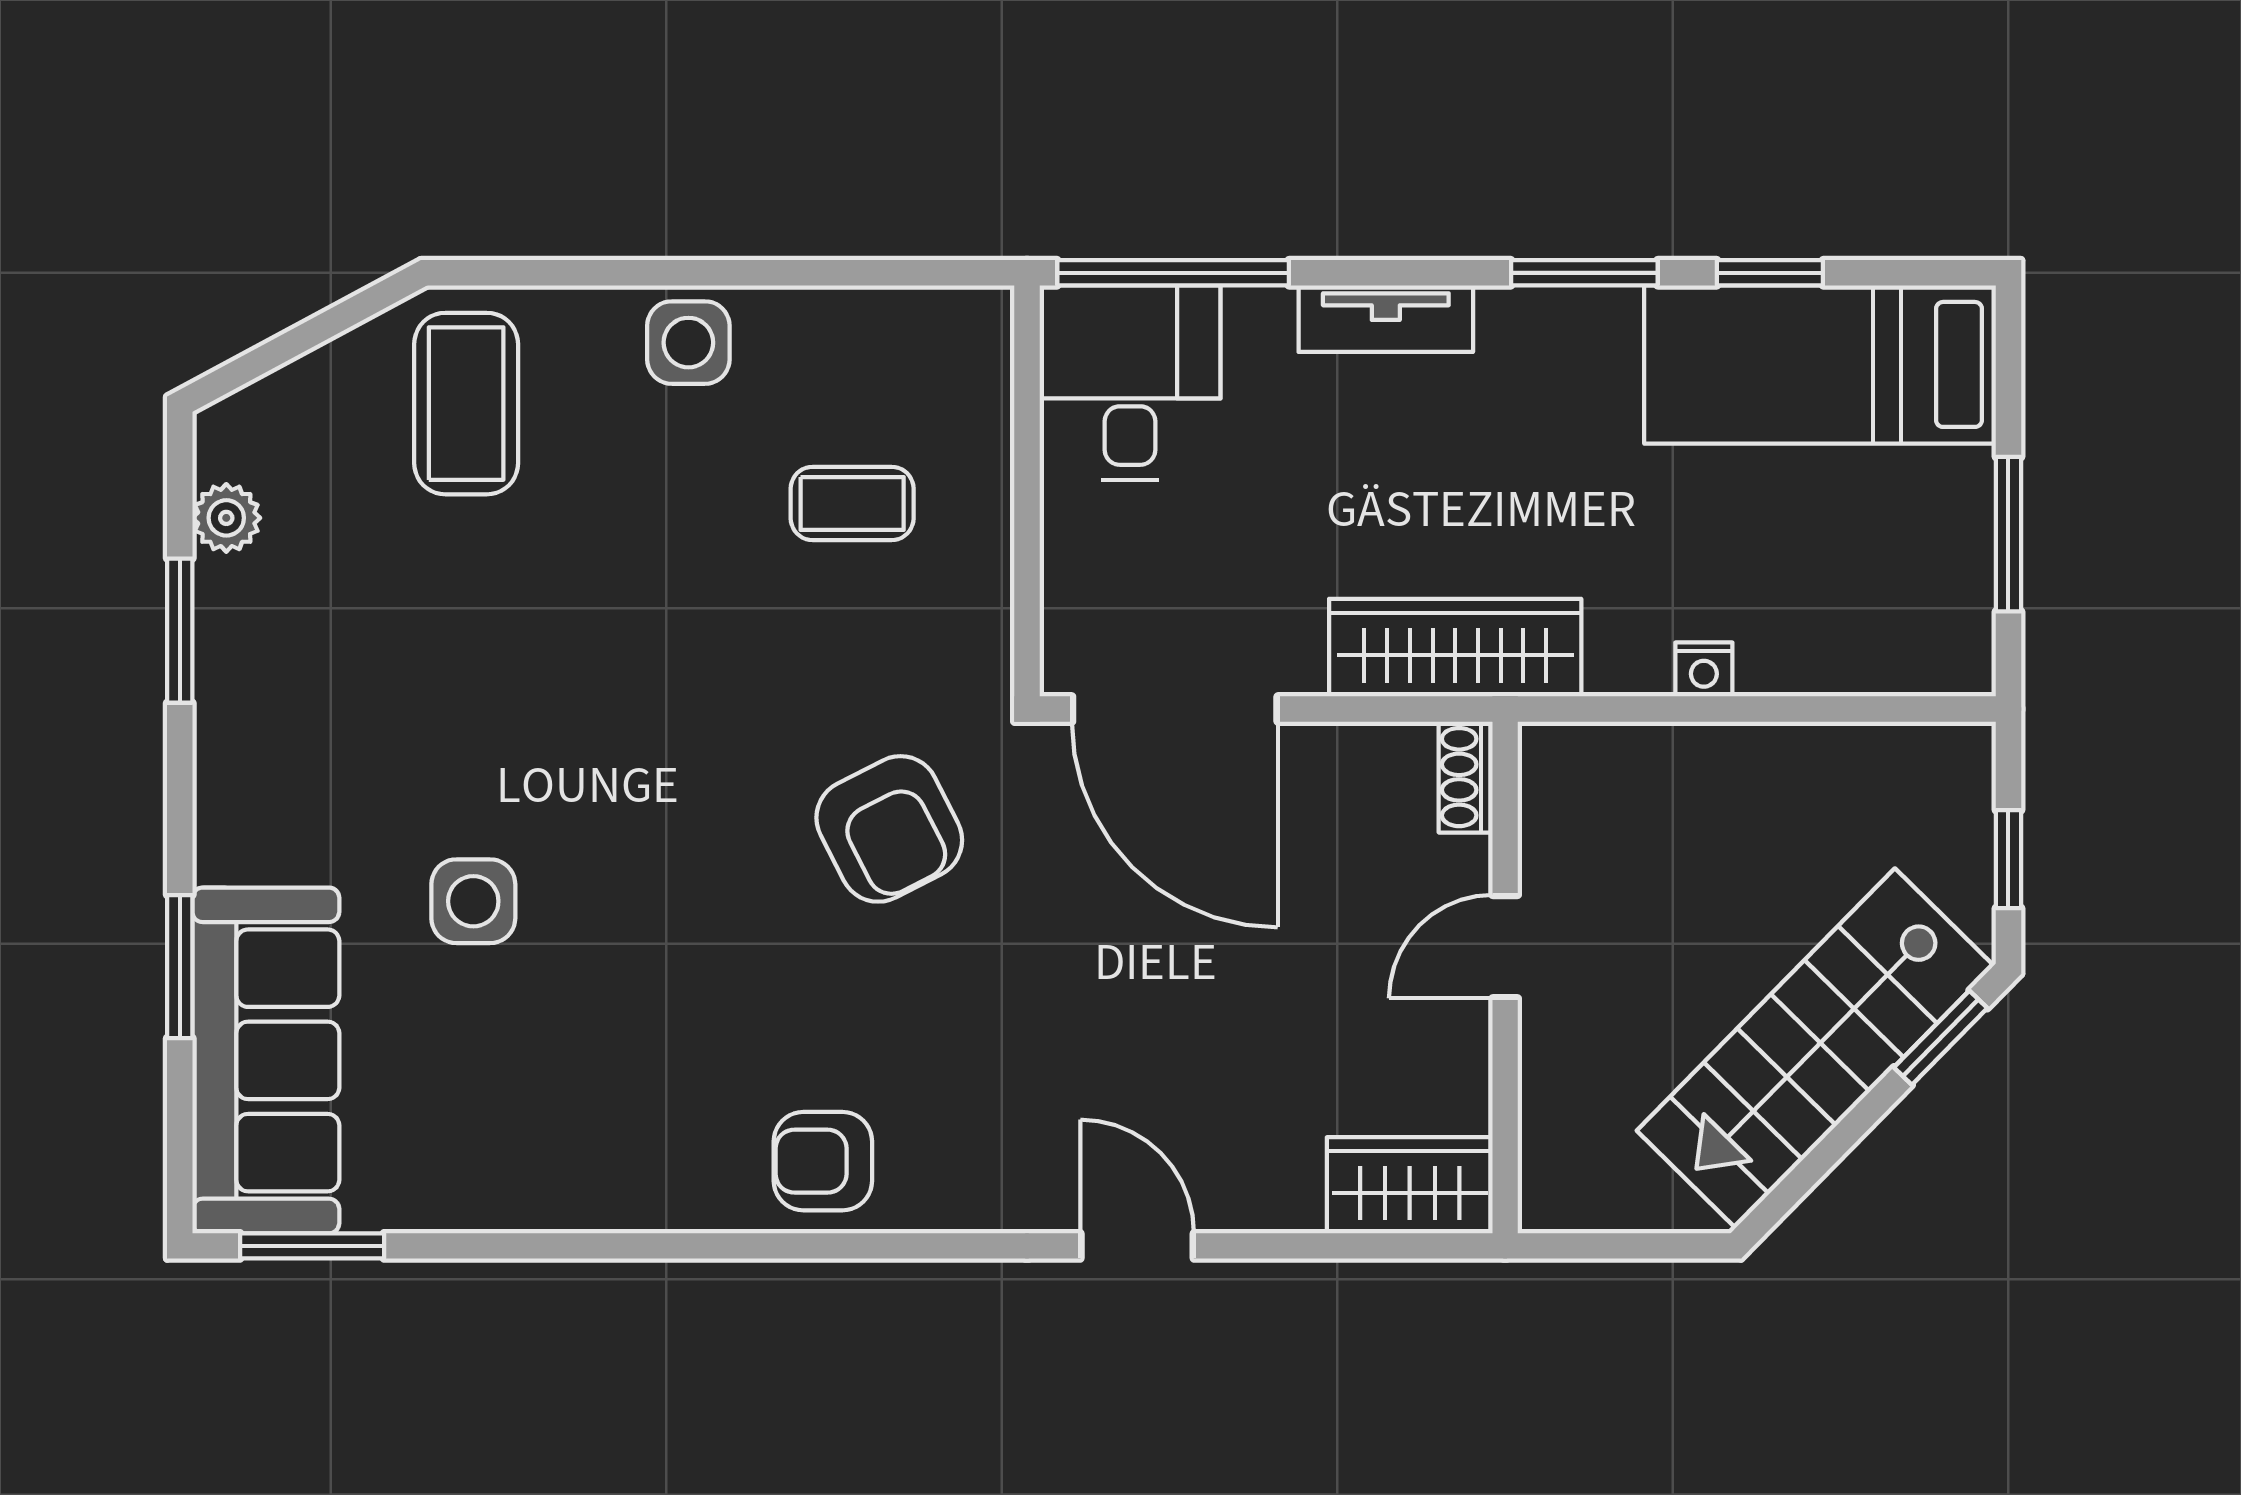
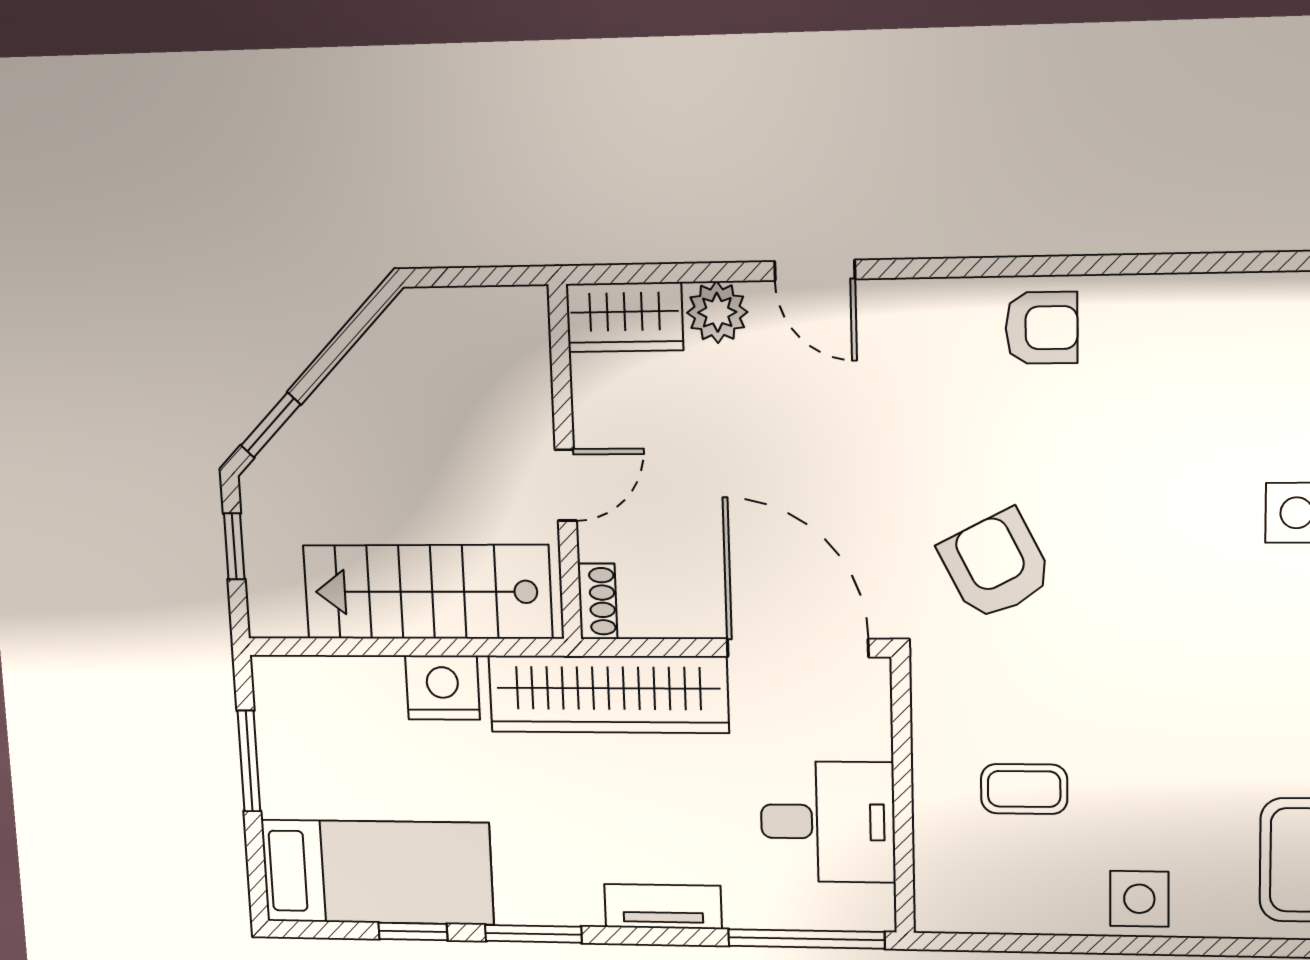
desk: (1130, 383) -> (828, 822), moved, turned -90
wardrobe: (1455, 648) -> (608, 694), width x1.40, depth x1.17
nightstand: (1704, 669) -> (443, 688), width x1.89, depth x1.79
stairs: (1815, 1048) -> (428, 592), moved, turned -135
plant: (1277, 1190) -> (717, 312), added

